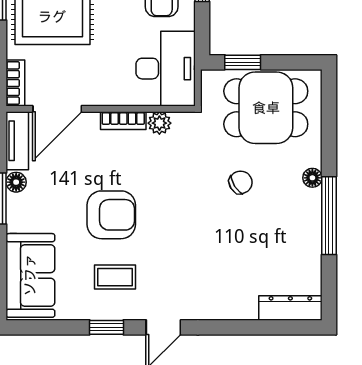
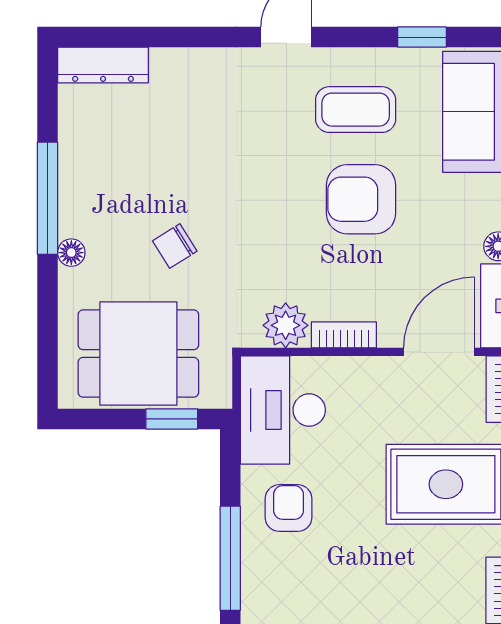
plant: (159, 123) -> (286, 325), width x1.38, depth x1.38
coffee table: (115, 277) -> (356, 110), width x1.36, depth x1.30
window: (106, 327) -> (422, 37), moved

